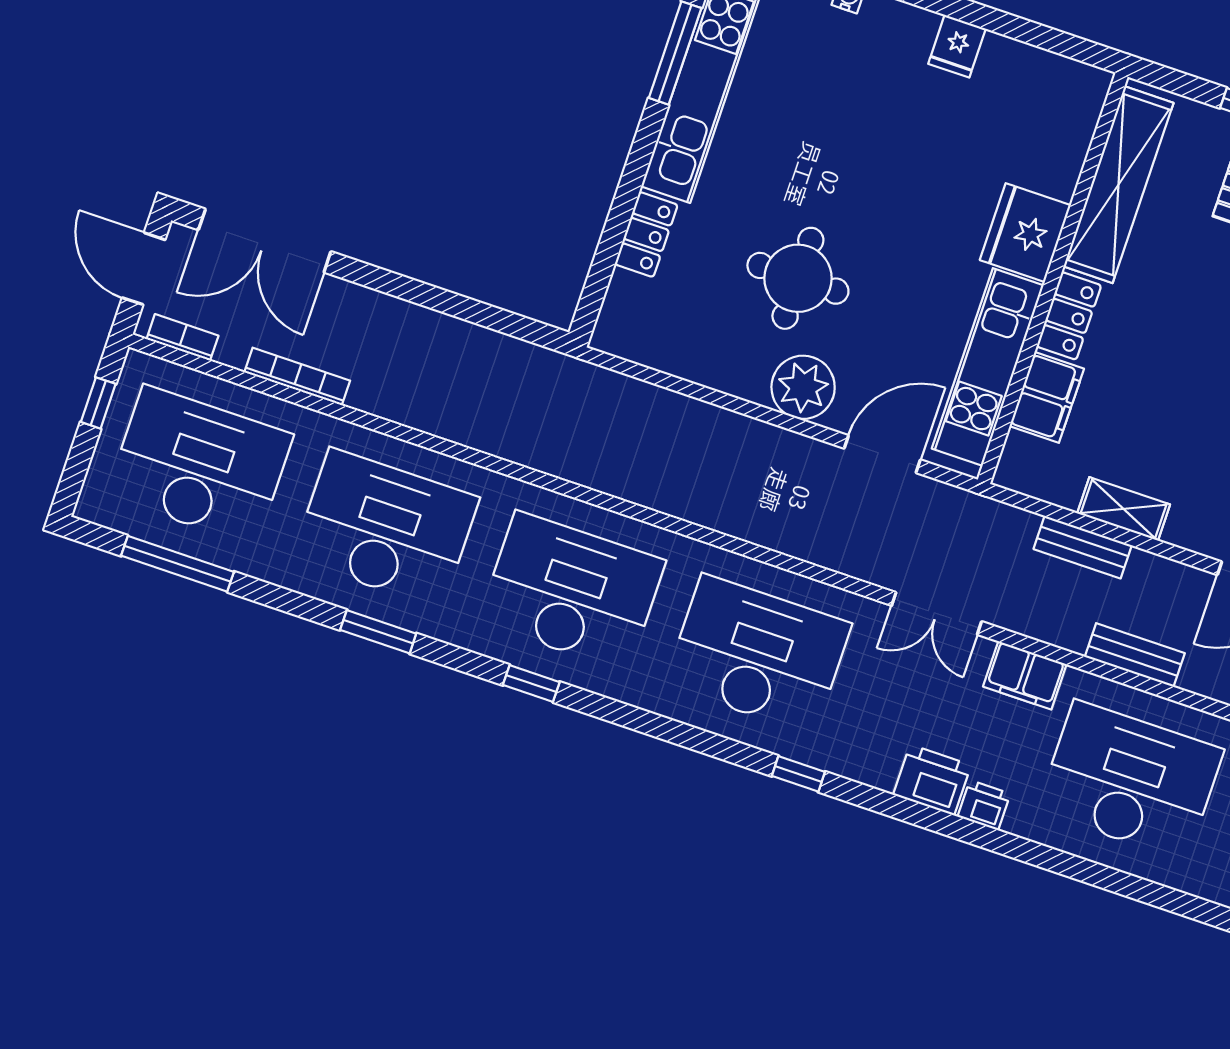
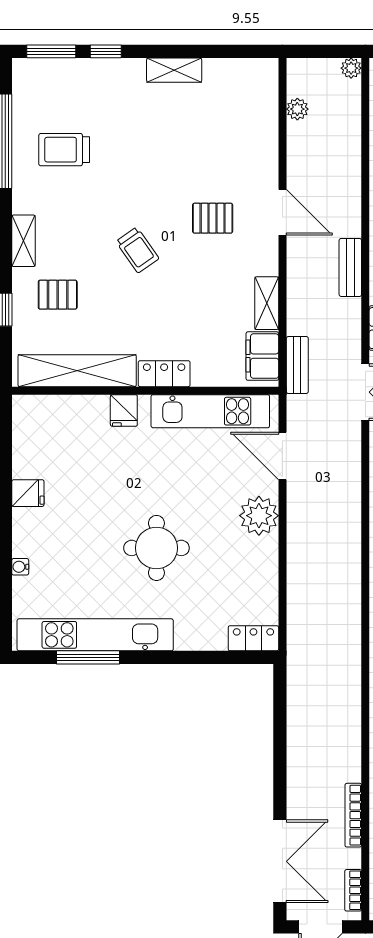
fridge: (1025, 233) -> (124, 410), width x0.53, depth x0.75
locker: (646, 234) -> (253, 638), moved
round table: (798, 278) -> (156, 548), moved
filing cabinet: (1047, 397) -> (262, 356), moved, turned -90
bench: (1083, 547) -> (297, 365), moved

